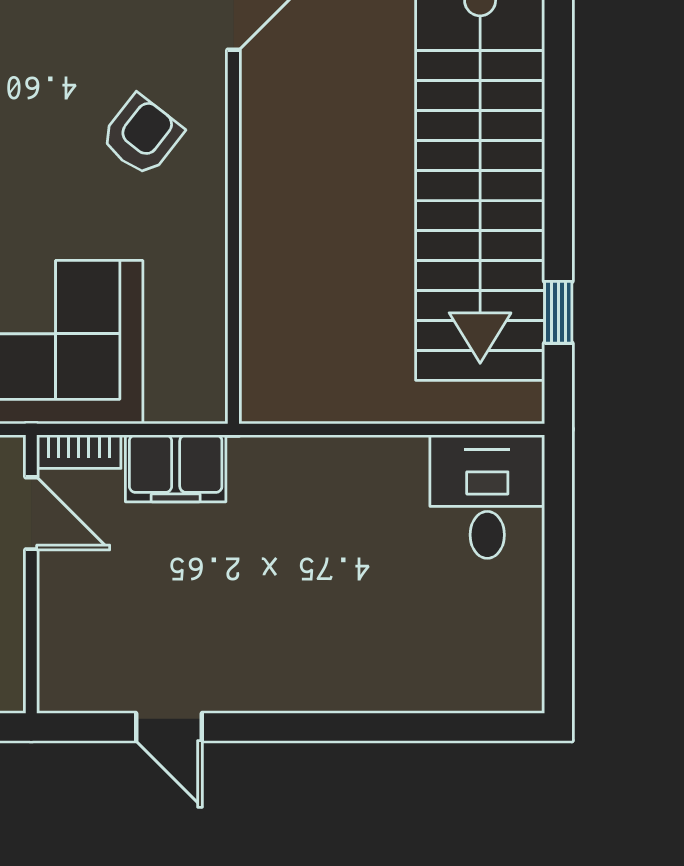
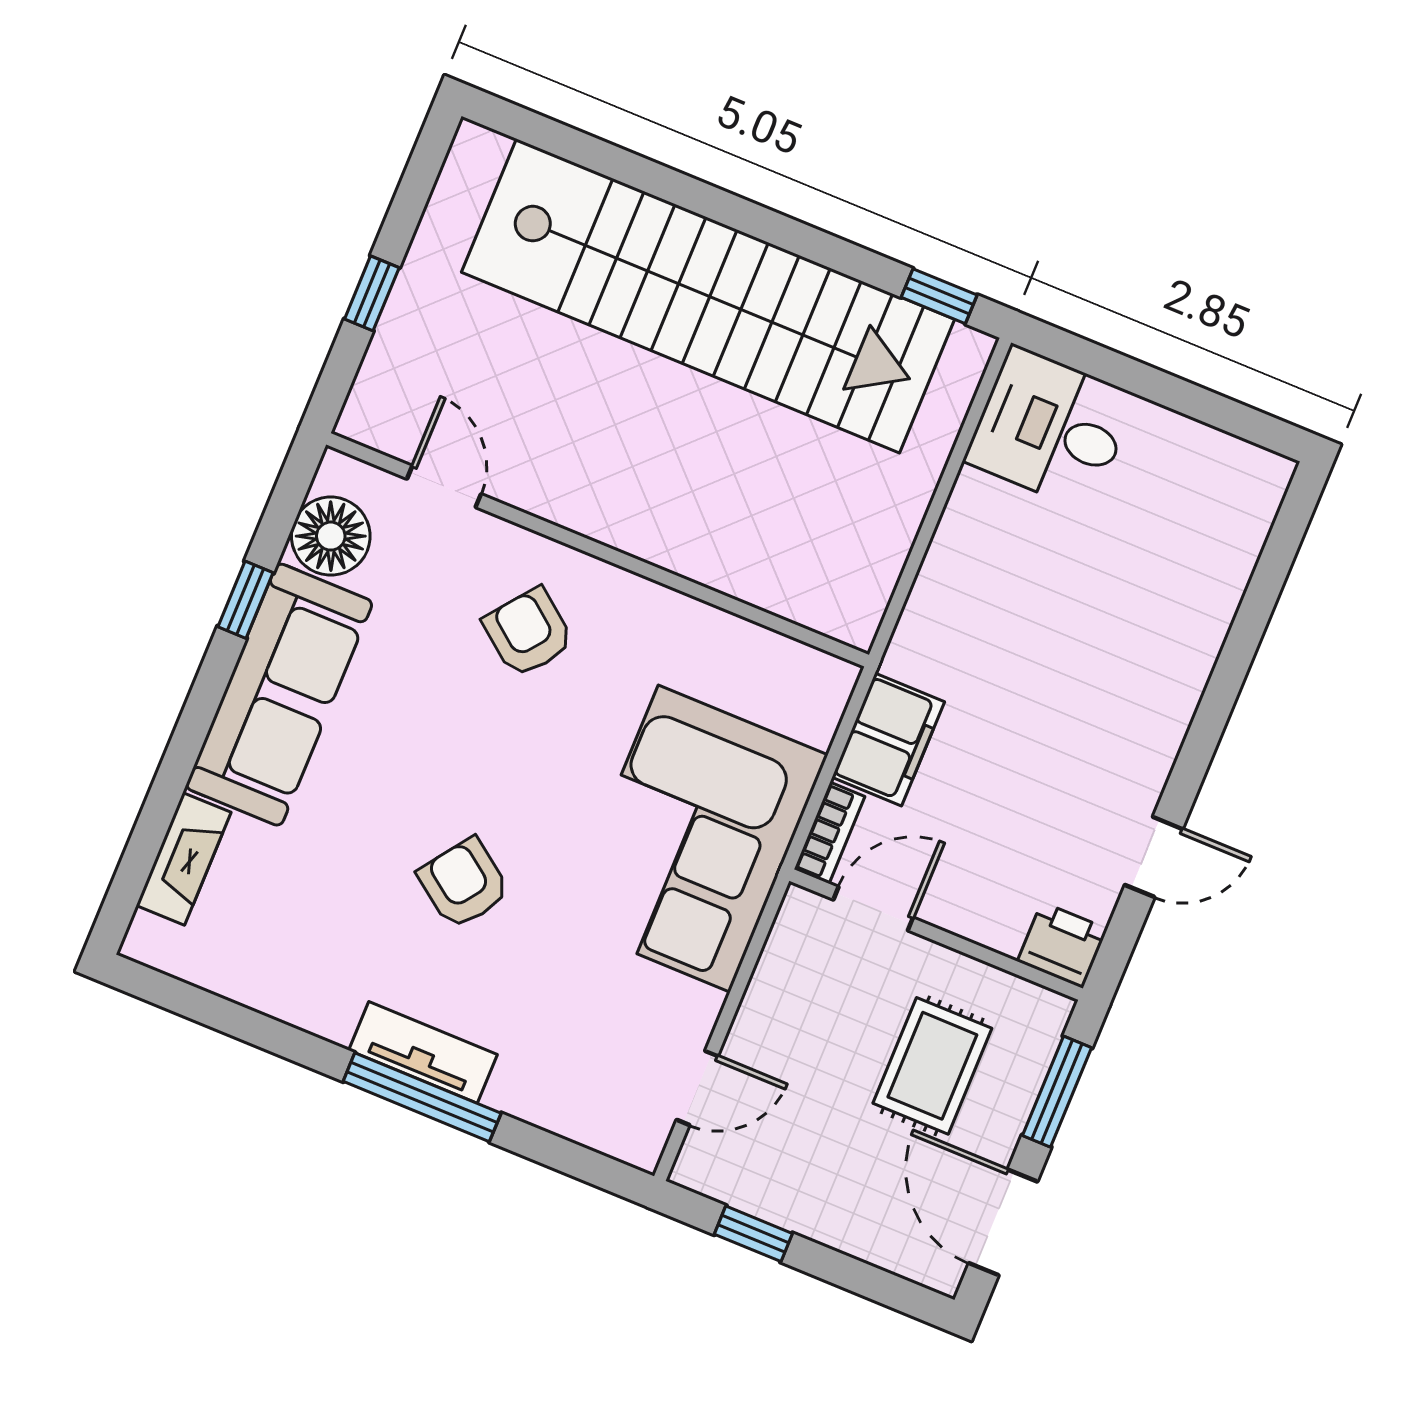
window: (558, 312) -> (939, 296), moved
printer: (66, 682) -> (1062, 945), added

